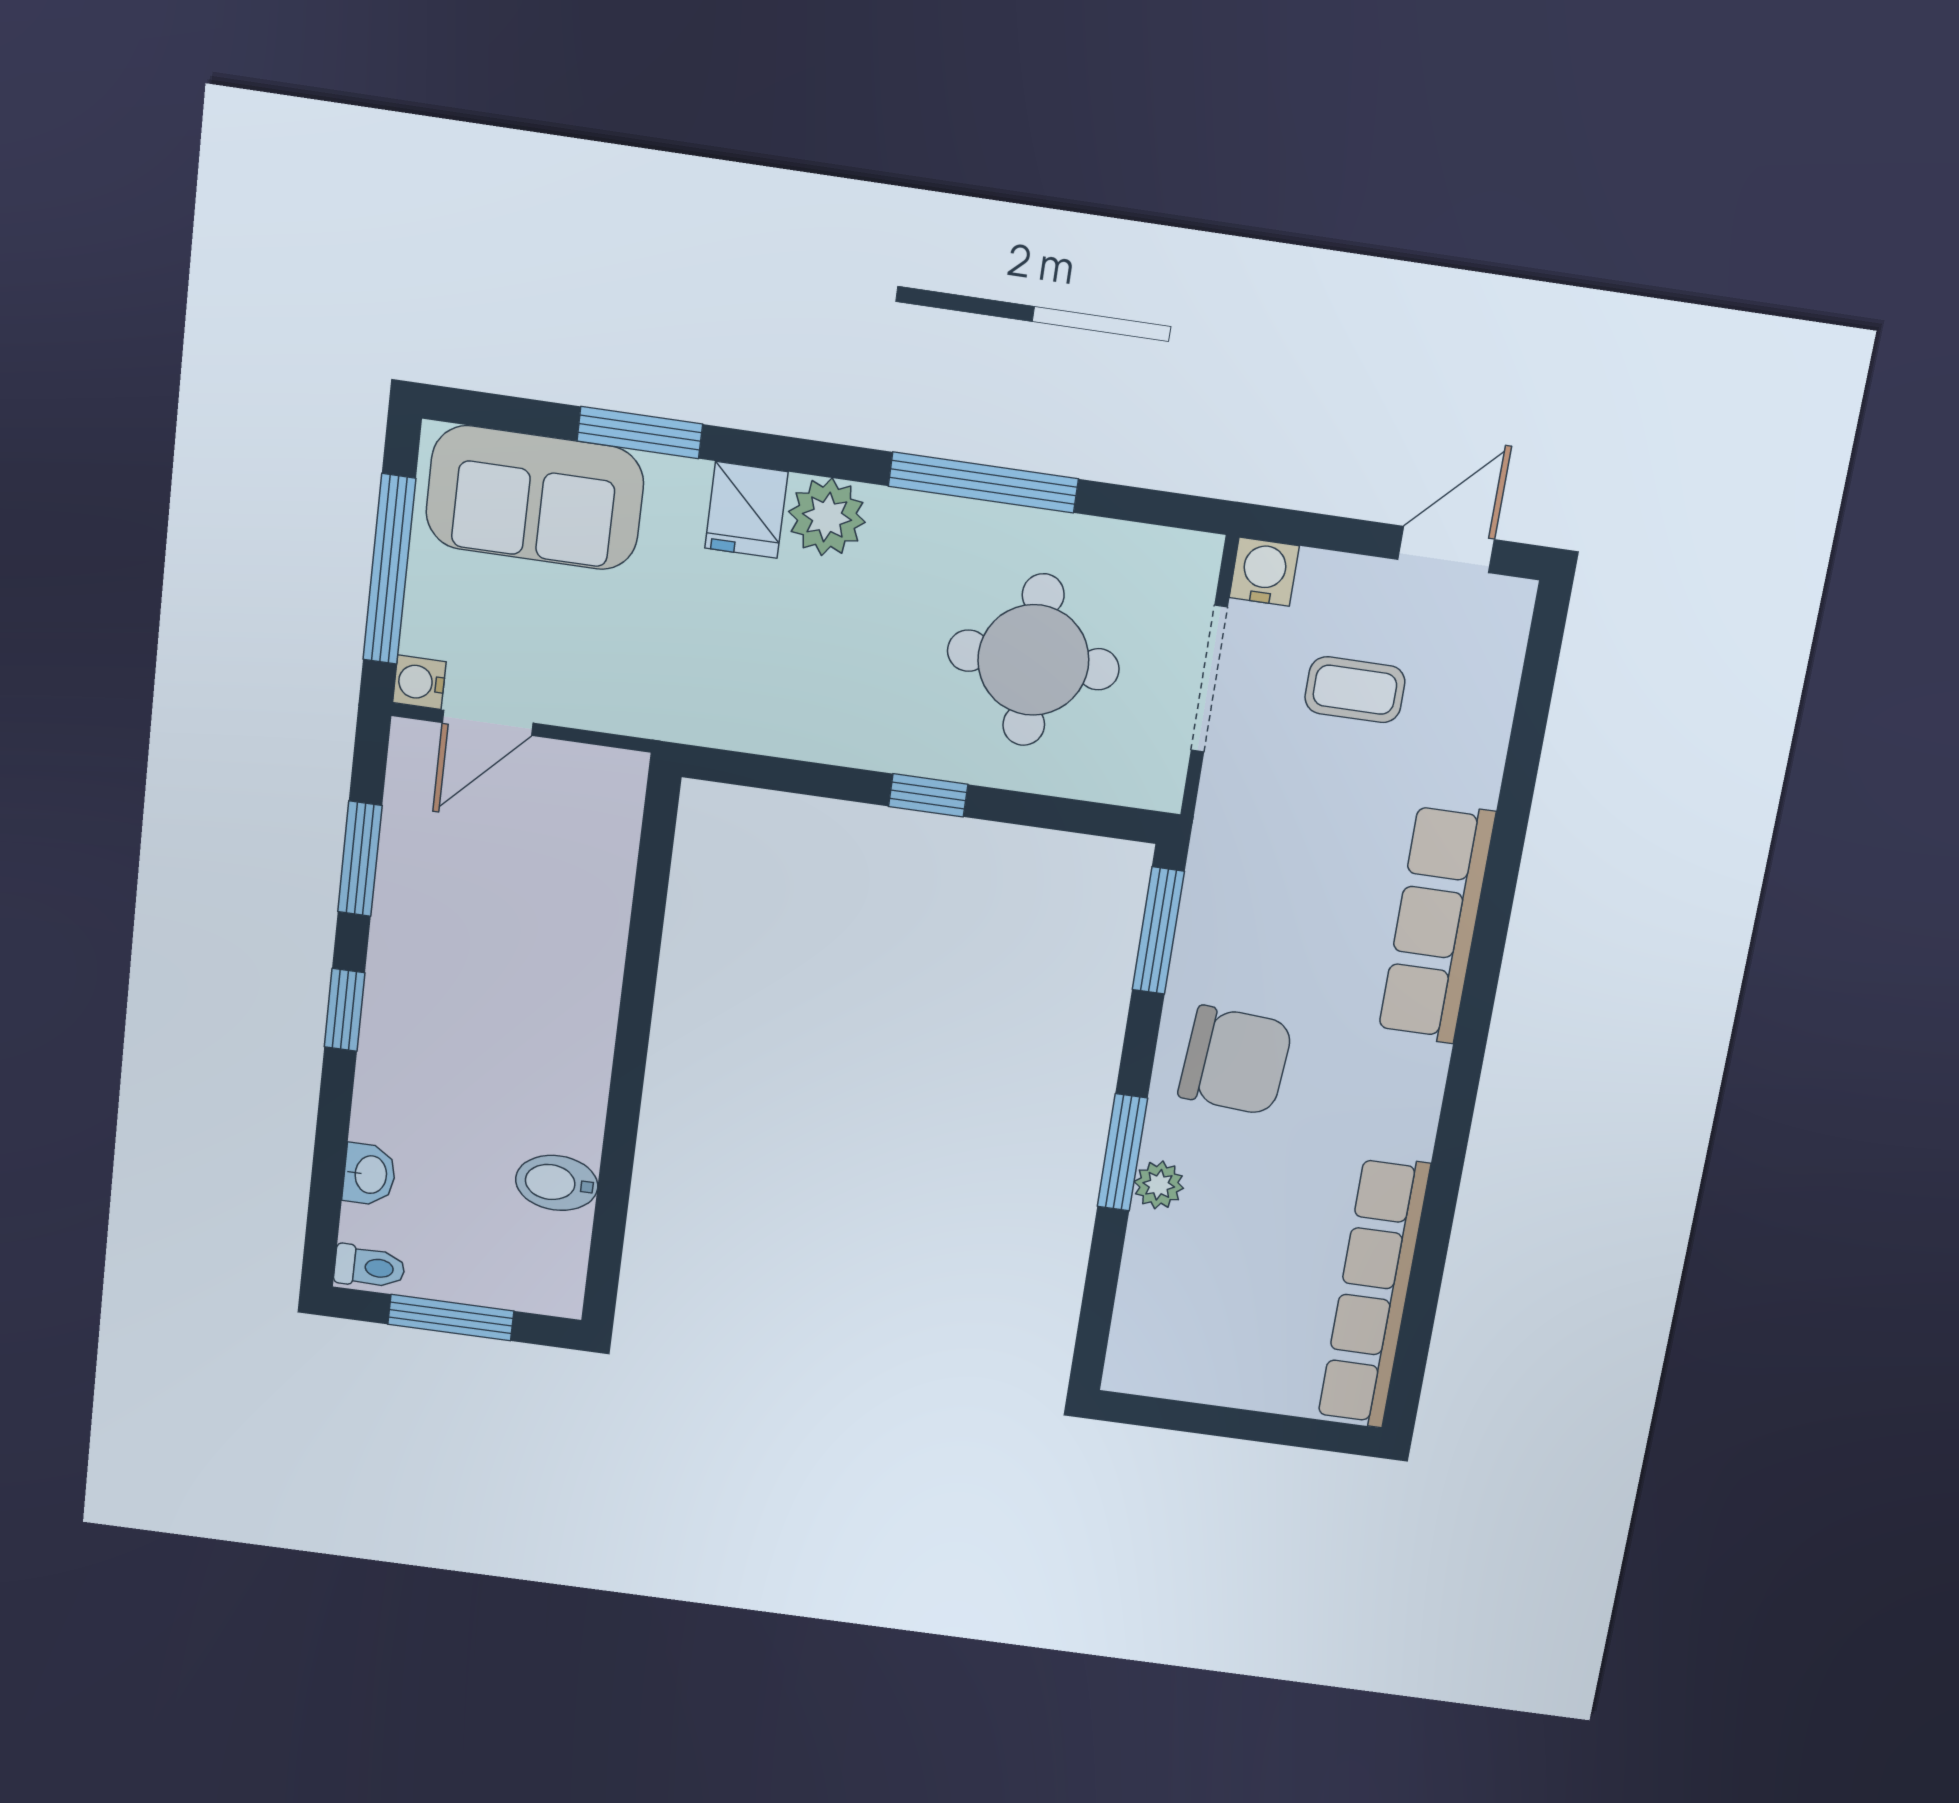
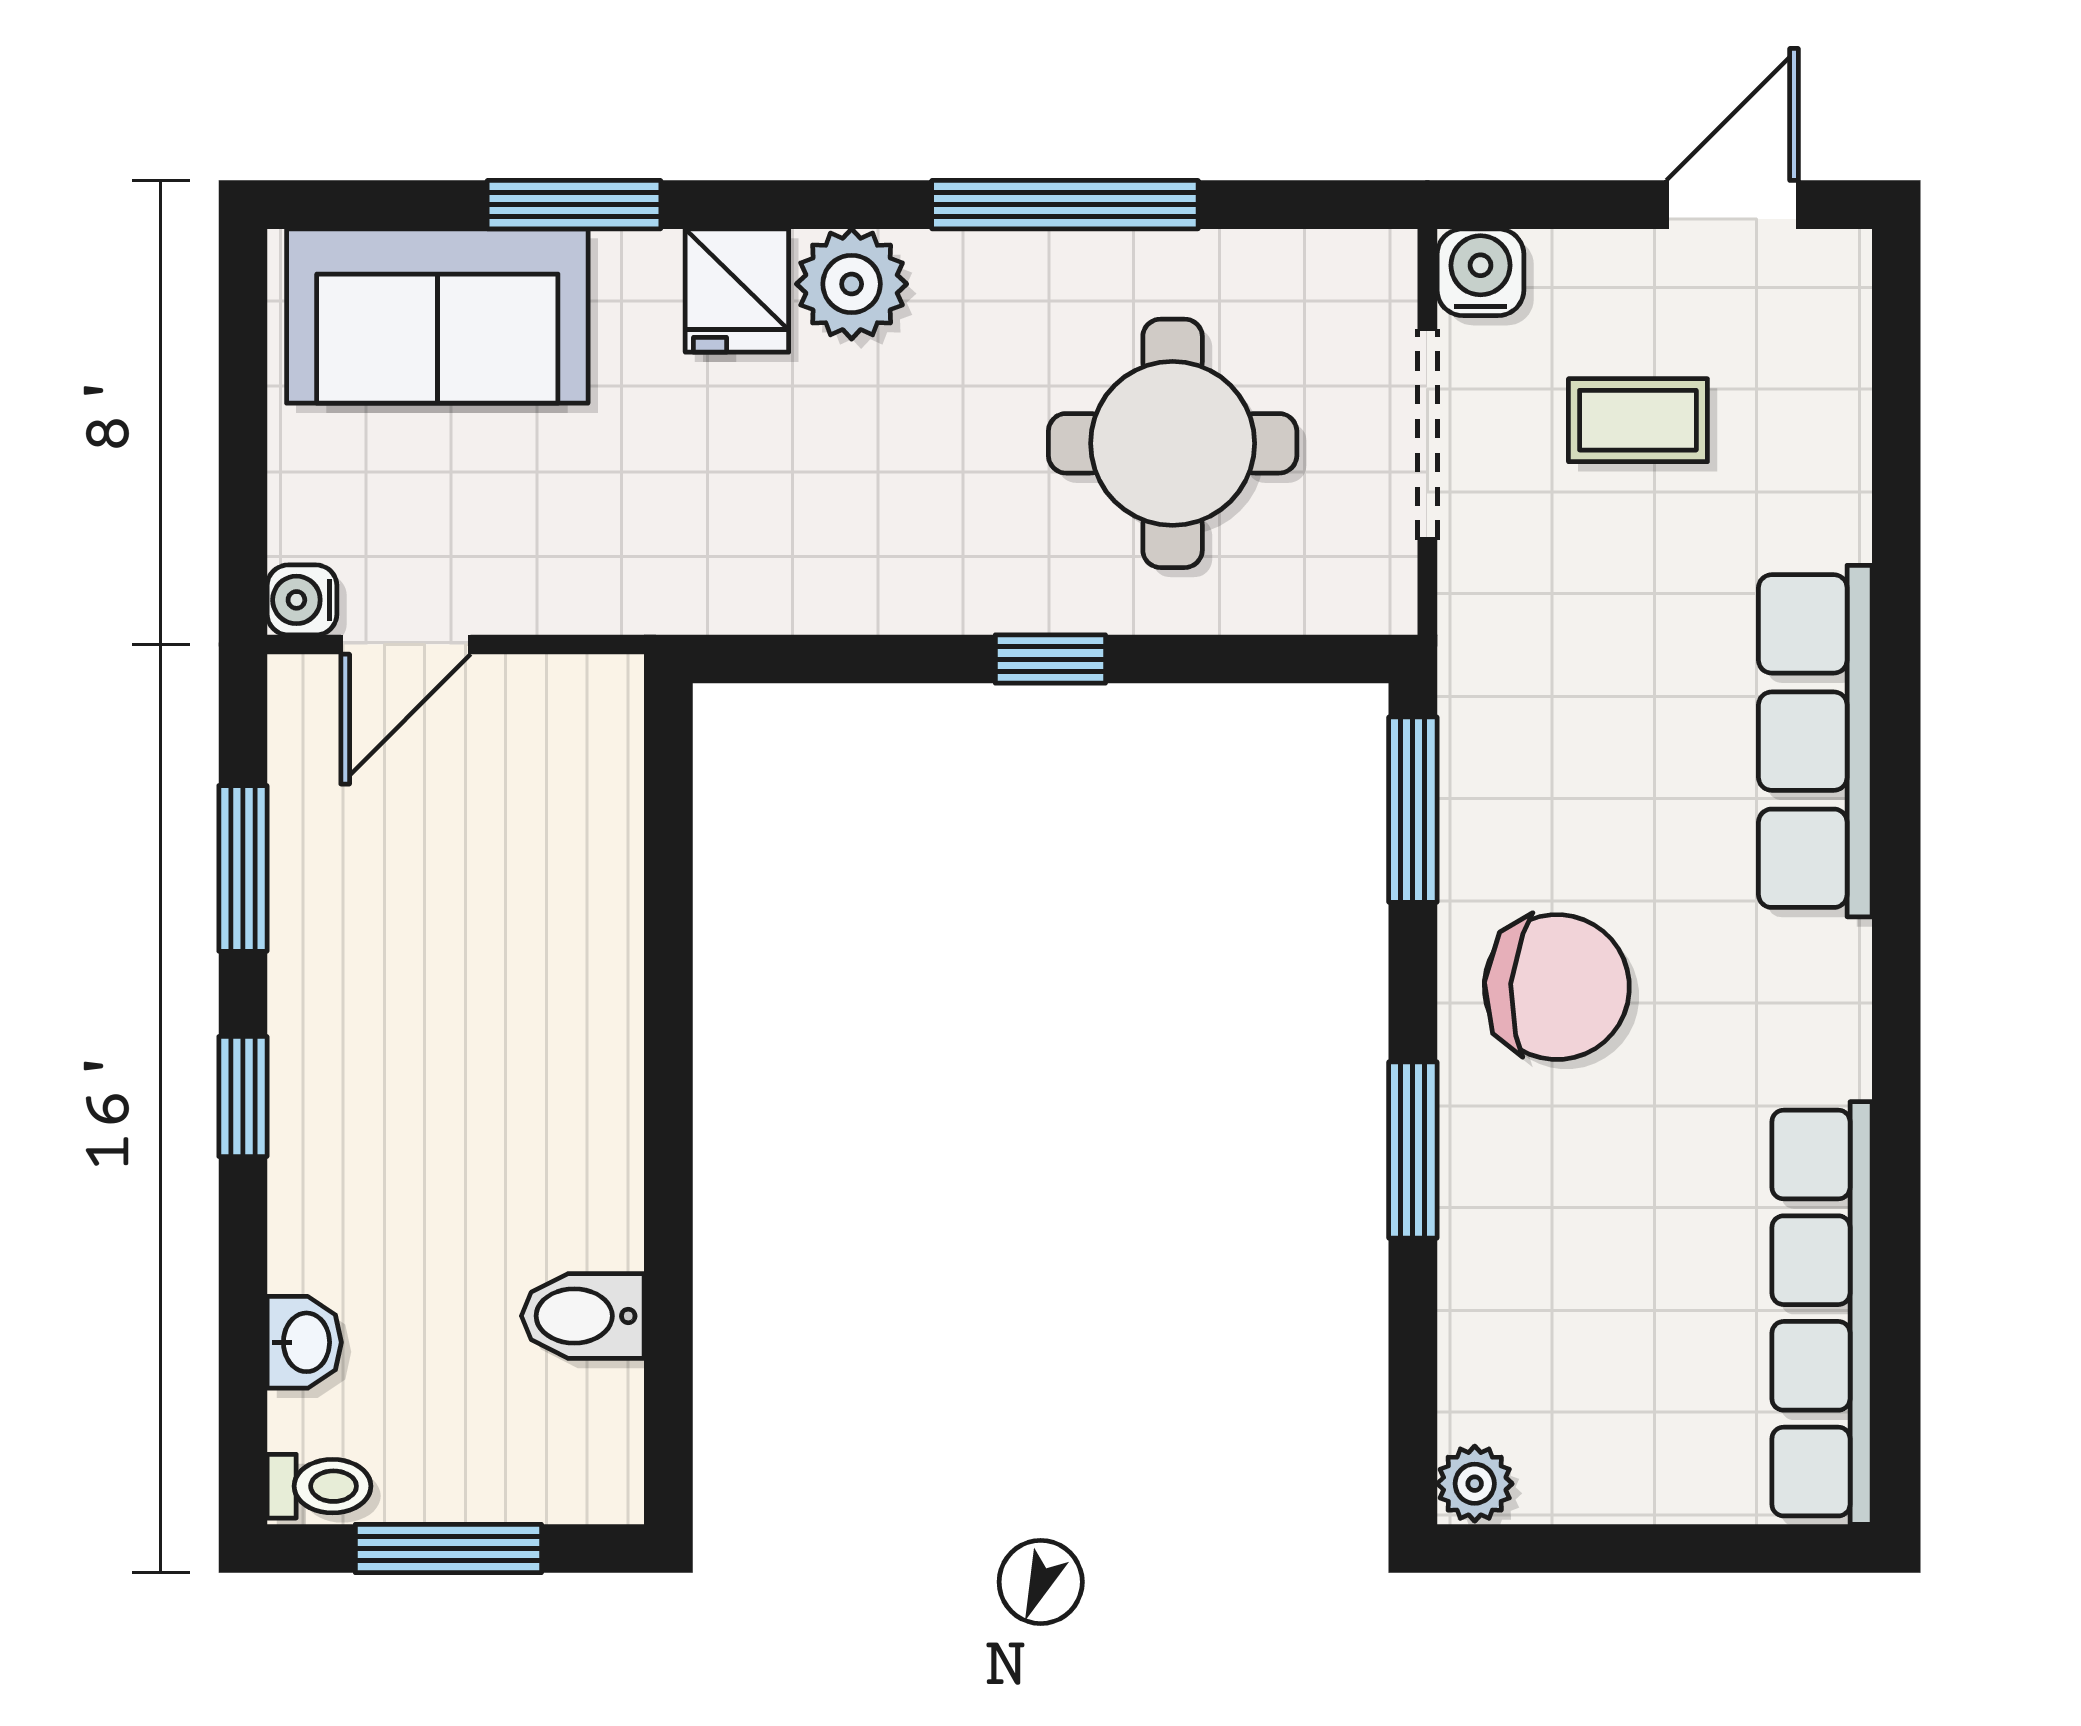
window: (389, 569) -> (243, 446), removed
plant: (1159, 1185) -> (1475, 1484), moved

